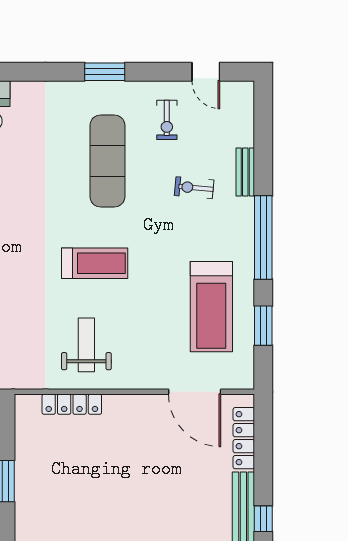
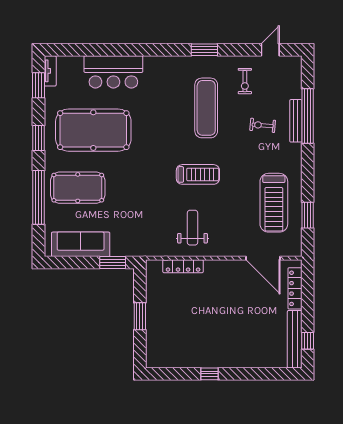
door: (206, 72) -> (270, 50), swing flipped
bench: (245, 172) -> (296, 121), width x1.36
window: (263, 238) -> (308, 116), moved

